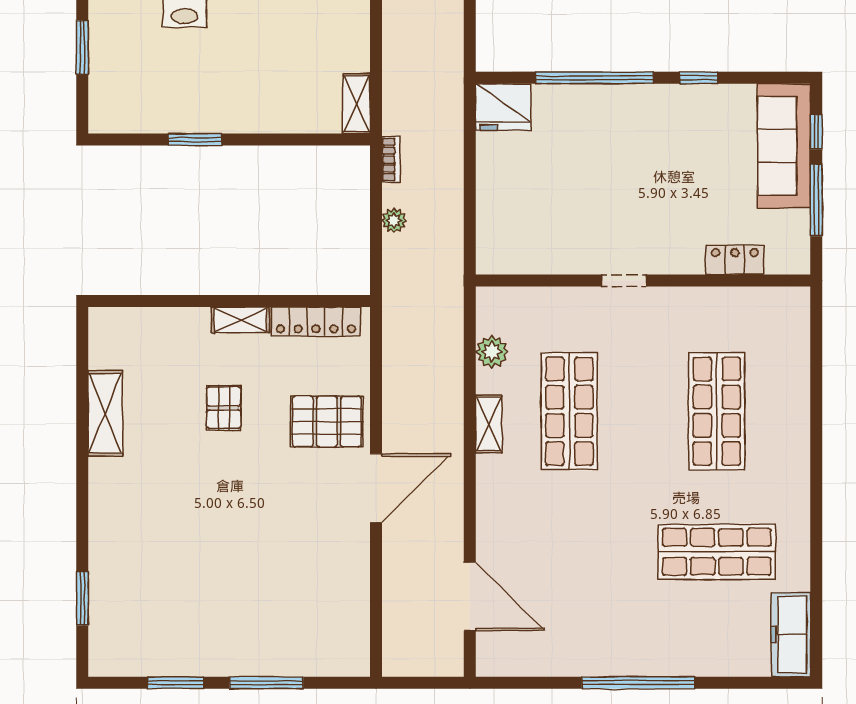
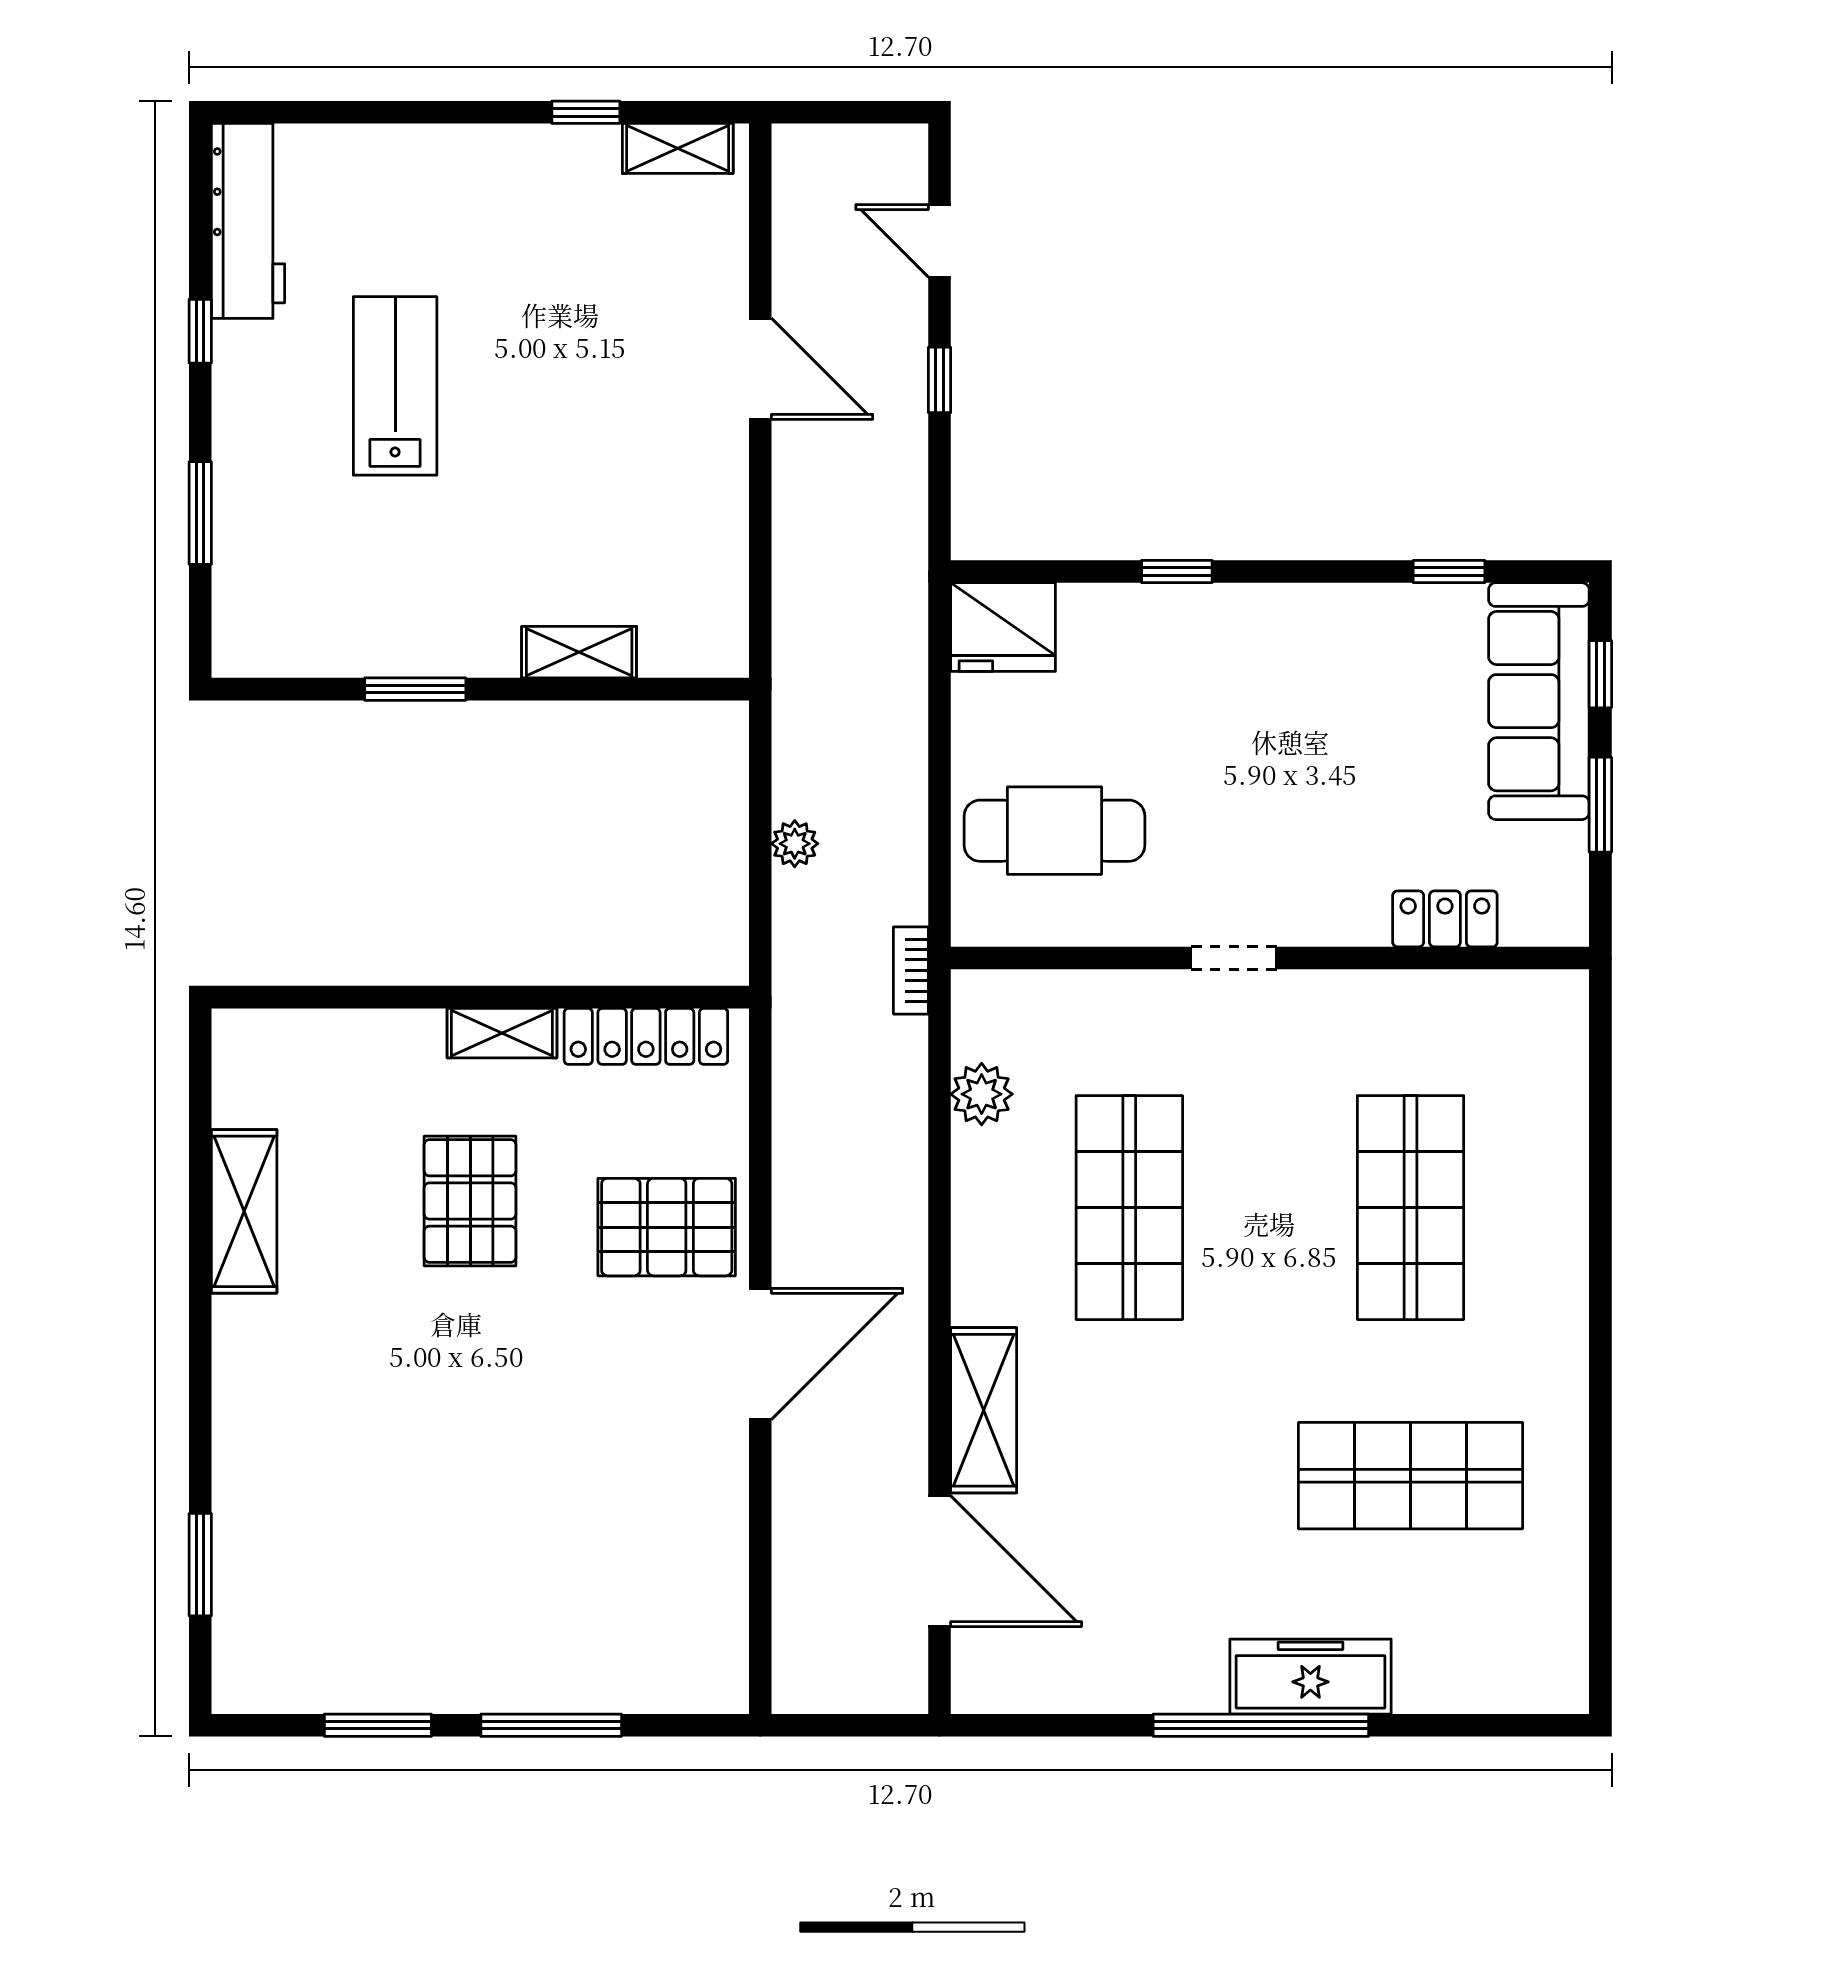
window: (594, 78) -> (1177, 572), width x0.32
window: (699, 78) -> (1449, 572), moved
shelving: (356, 104) -> (579, 652), moved, turned 90
bookcase: (391, 160) -> (911, 970), moved, turned 180
window: (816, 200) -> (1600, 805), width x0.69
cafe table: (530, 214) -> (1054, 831), added
pallet: (224, 408) -> (470, 1201), width x1.50, depth x1.42
shelving: (489, 424) -> (984, 1410), moved, width x1.50, depth x1.33
freezer: (791, 634) -> (1310, 1677), moved, turned 90

